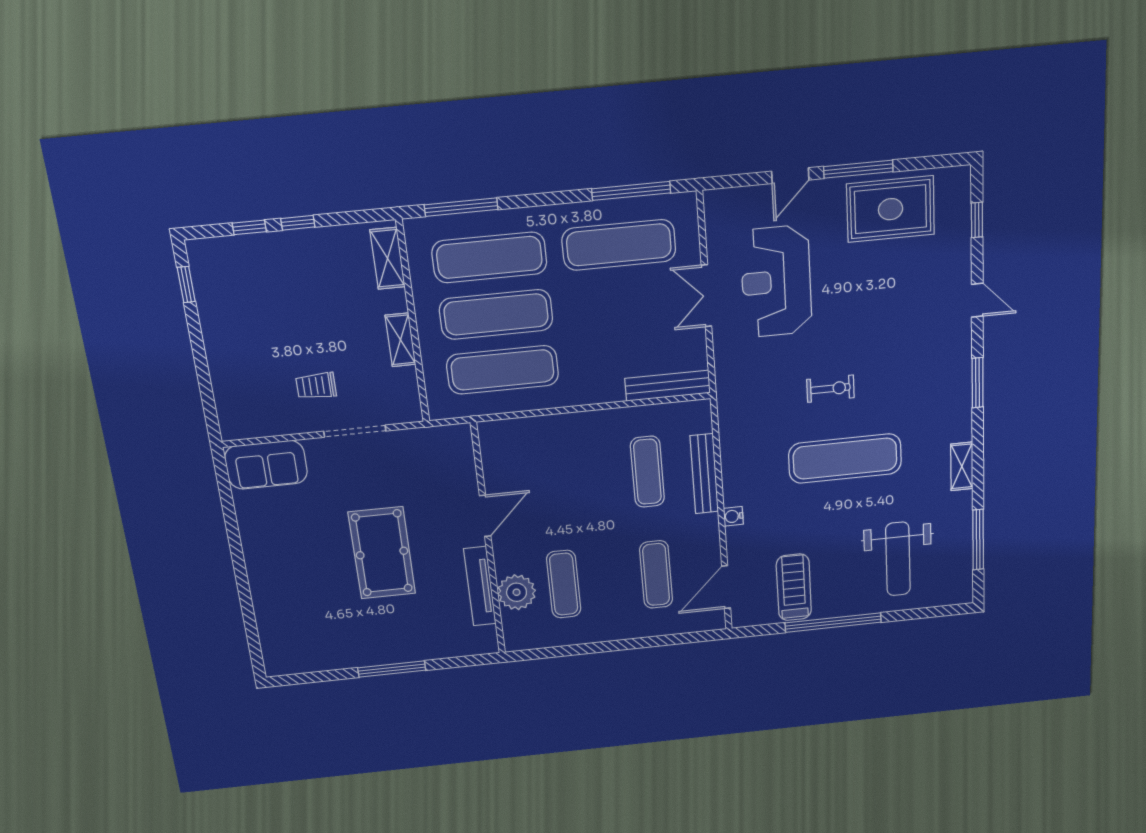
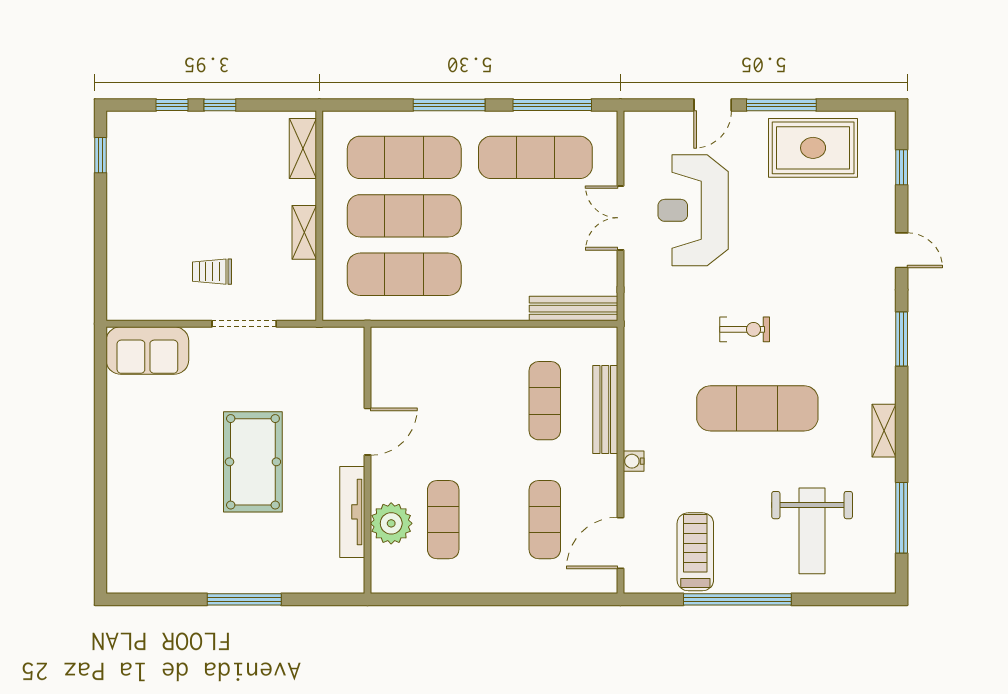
window: (461, 207) -> (449, 105), moved

